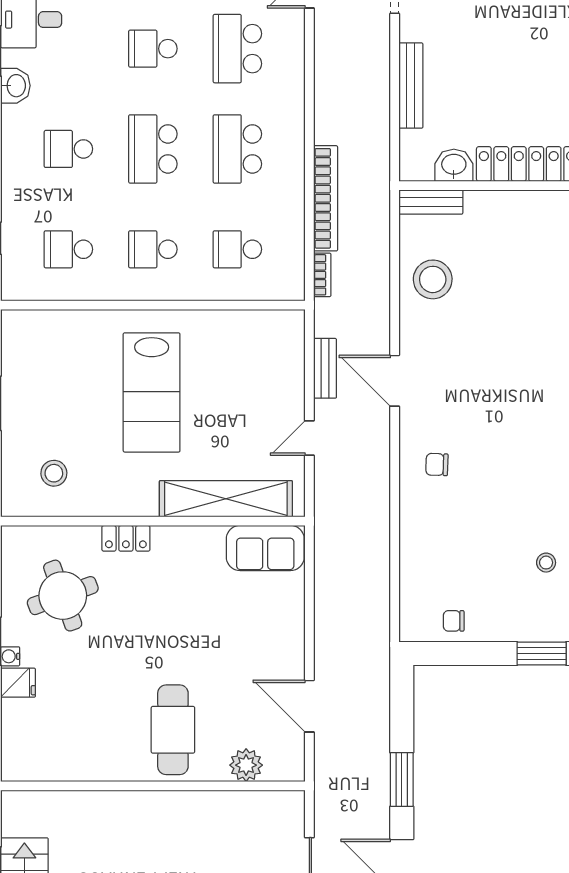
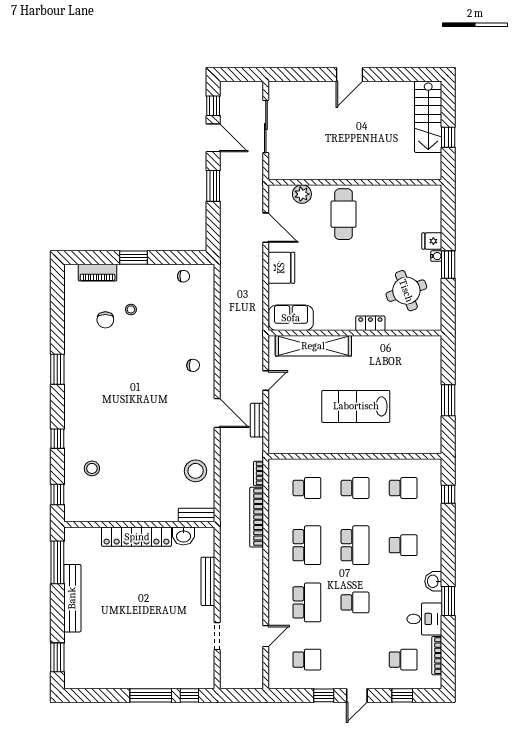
lab bench: (152, 392) -> (356, 406), turned -90
stool: (54, 473) -> (411, 360), removed
fridge: (282, 636) -> (281, 268), added

